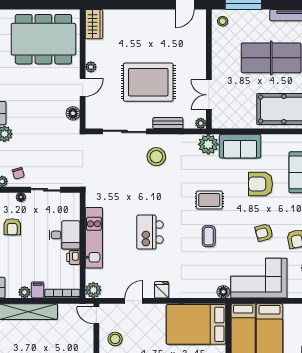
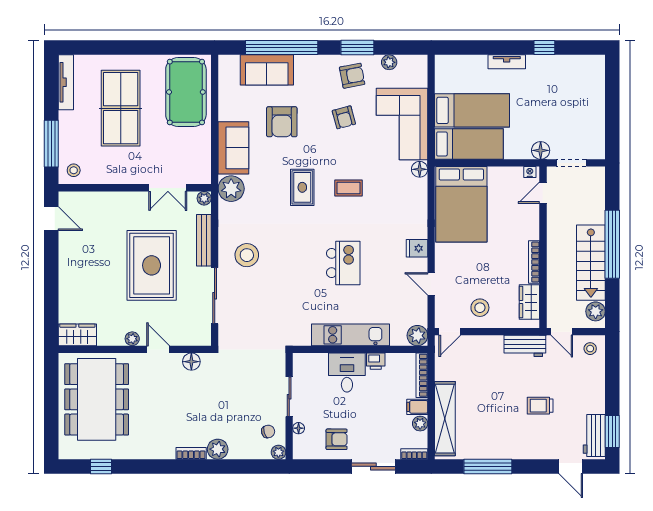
bench: (168, 123) -> (204, 240), width x1.36
kitchen island: (150, 232) -> (343, 263), turned -90

